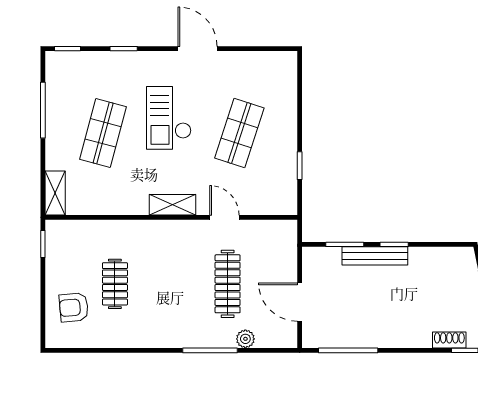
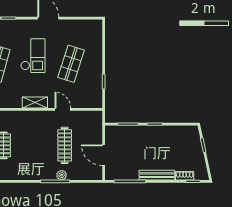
checkout: (169, 118) -> (33, 56), turned 180
bench: (375, 256) -> (157, 175), moved
plant: (245, 339) -> (62, 175), moved

